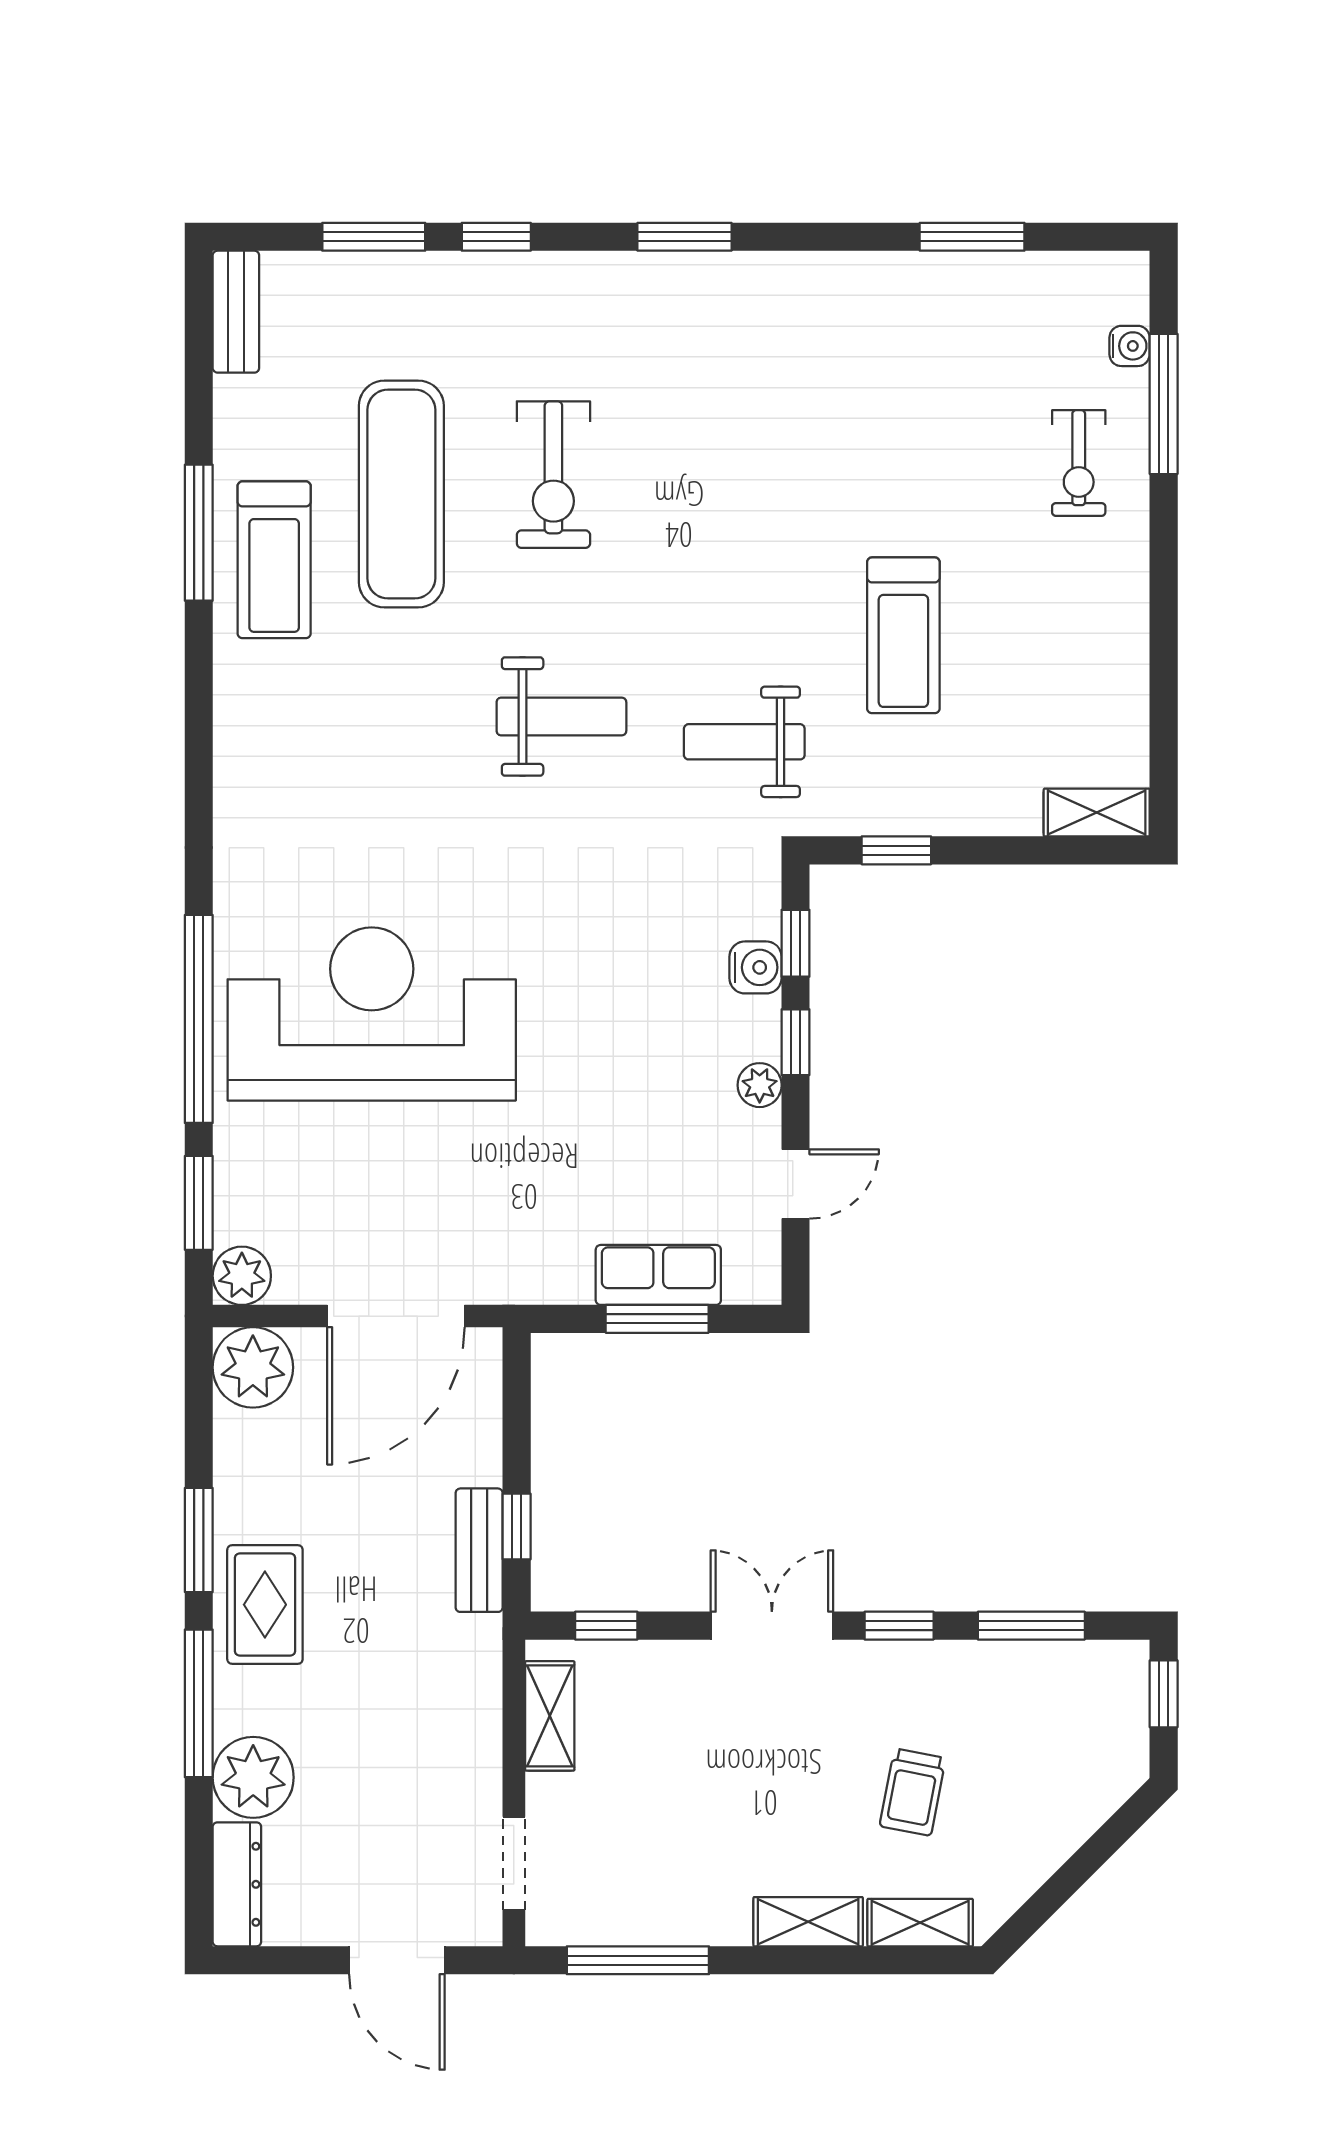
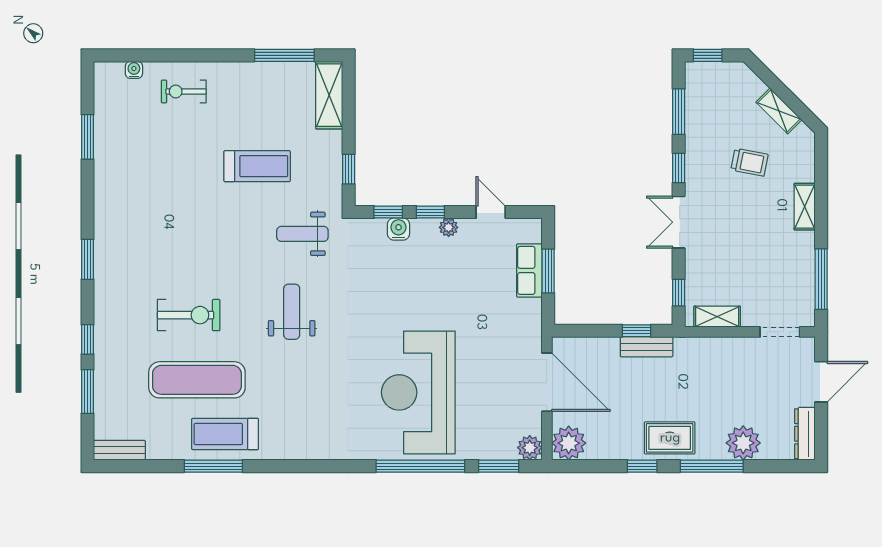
window: (1164, 404) -> (284, 55), moved
exercise bike: (1079, 463) -> (184, 91), turned 180
treadmill: (274, 560) -> (225, 434), turned 180
weight bench: (744, 742) -> (302, 234), turned 90
shelving: (1097, 813) -> (329, 95), width x1.50, depth x1.33
window: (199, 1540) -> (642, 466), width x0.67
dresser: (237, 1884) -> (805, 434), moved, turned -90
shelving: (920, 1923) -> (779, 111), moved, turned -45

